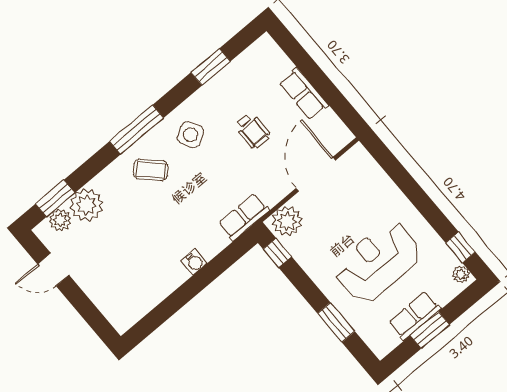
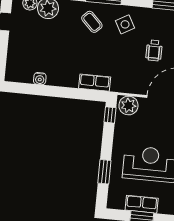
row of seats: (244, 217) -> (95, 83), moved
water cooler: (194, 262) -> (40, 79), moved

